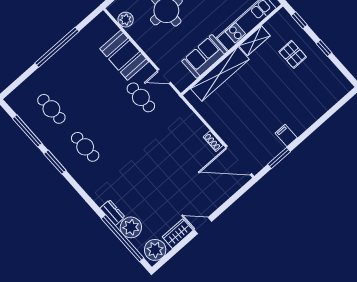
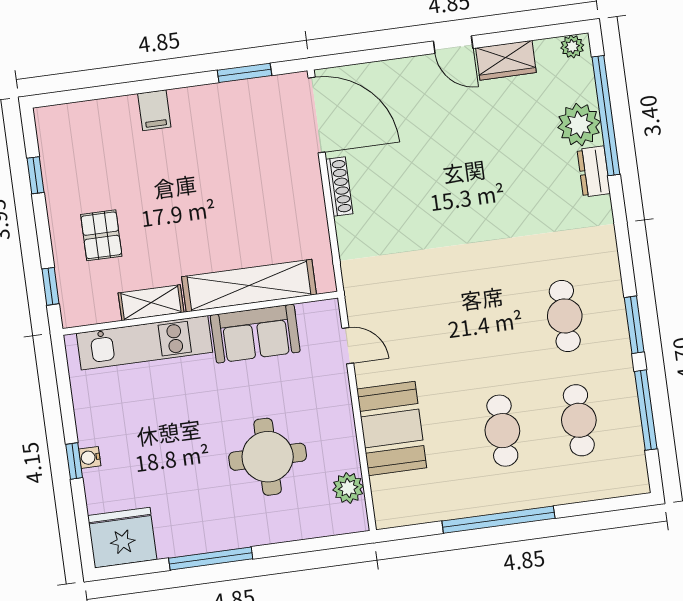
window: (324, 48) -> (35, 175), moved
cafe table: (141, 97) -> (502, 431), moved
filing cabinet: (286, 136) -> (154, 110), moved
shoe rack: (213, 141) -> (339, 186), width x1.43
plant: (155, 250) -> (572, 46), width x0.53, depth x0.53

